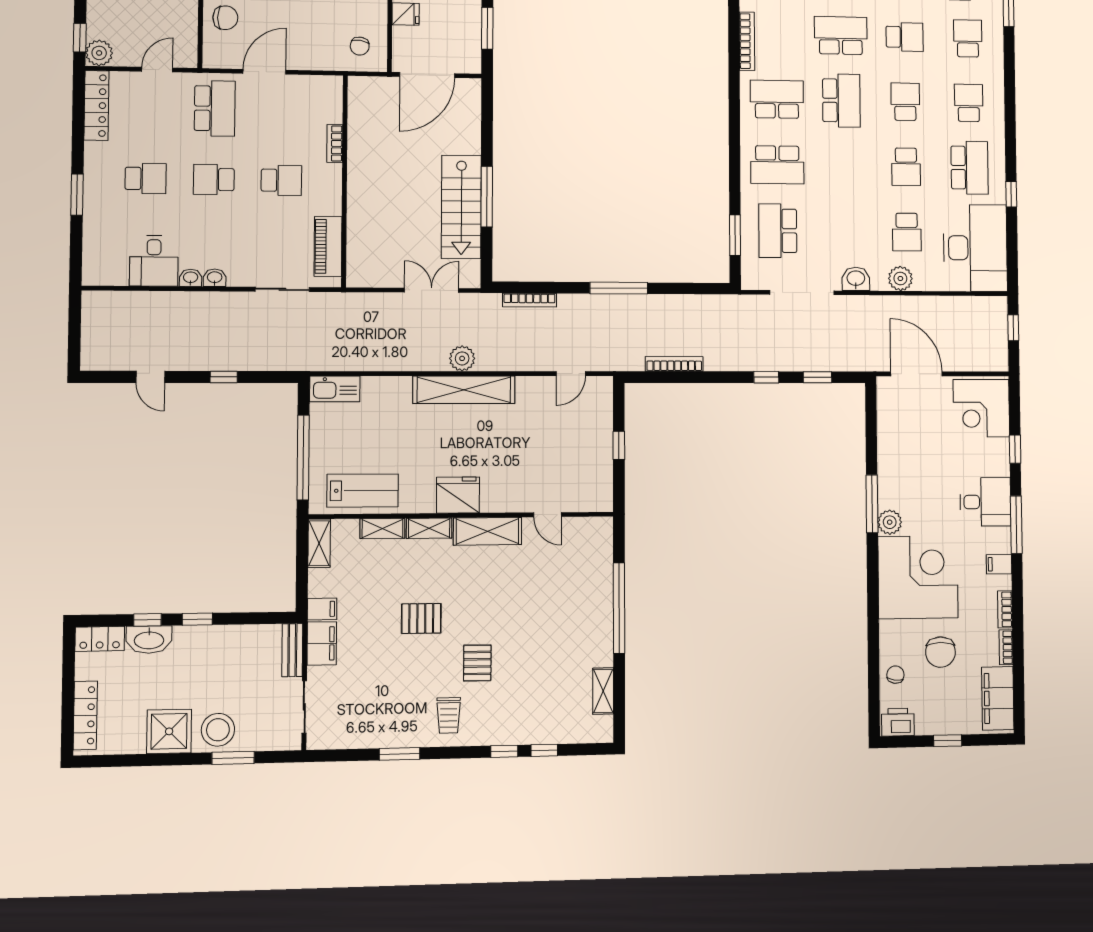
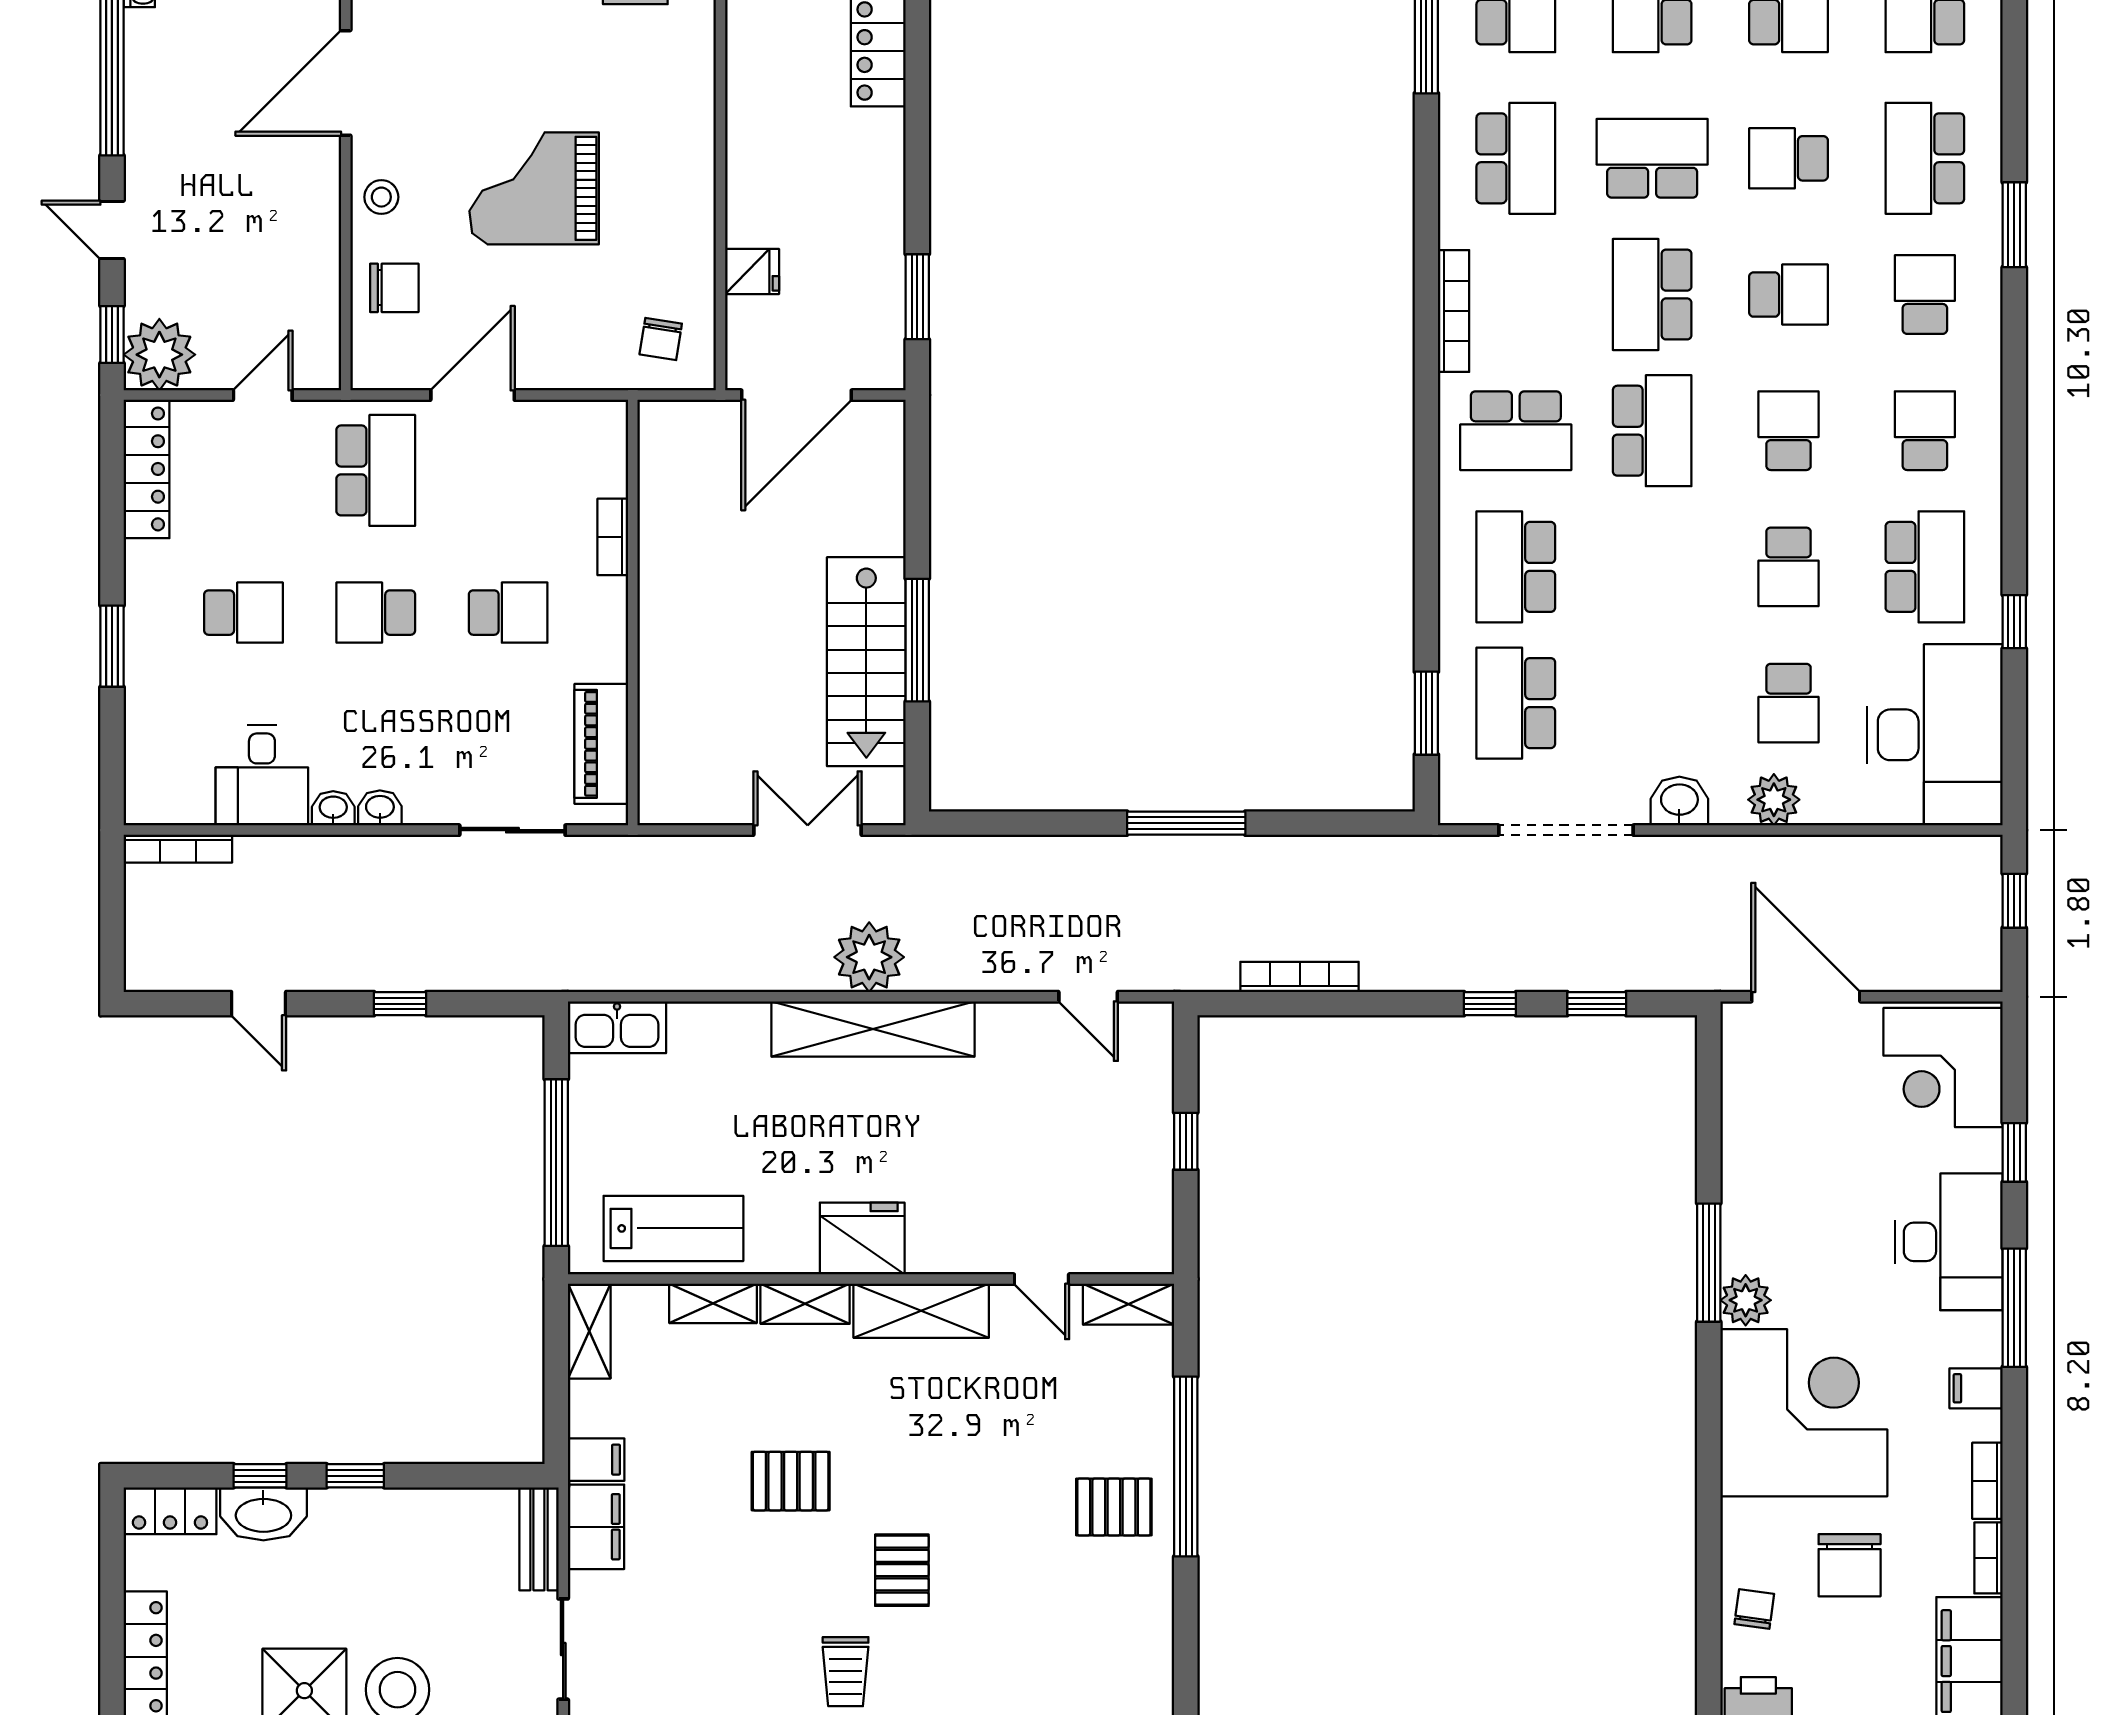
school desk: (841, 35) -> (1652, 295), turned -90
plant: (99, 53) -> (159, 355), width x1.36, depth x1.36
school desk: (777, 99) -> (1516, 431), turned 180
school desk: (777, 165) -> (1516, 567), turned 90
bookcase: (529, 300) -> (178, 849), moved
plant: (462, 358) -> (869, 957), width x1.36, depth x1.36
door: (571, 374) -> (1088, 997), hinge flipped
desk: (985, 502) -> (1949, 1242), width x1.37
pallet: (583, 629) -> (1114, 1507), added
shelving: (603, 691) -> (1129, 1304), moved, turned 90

